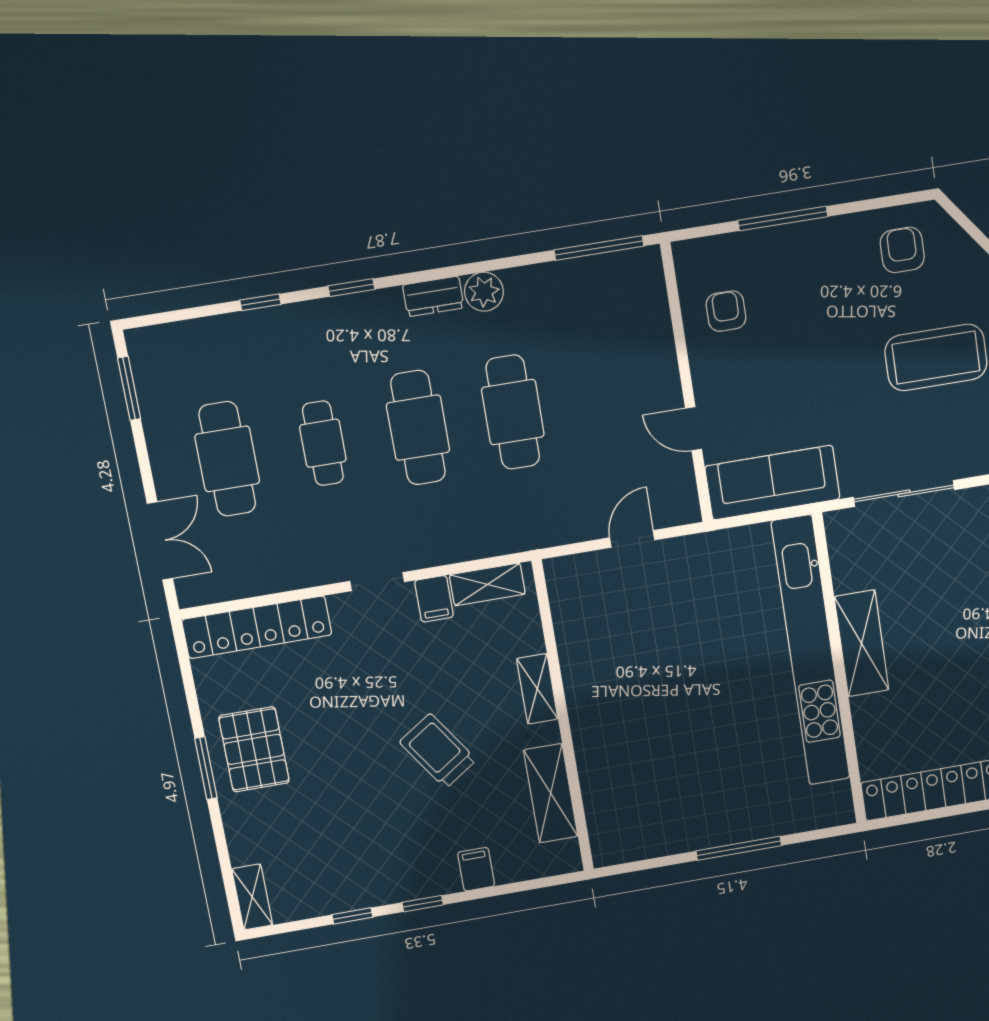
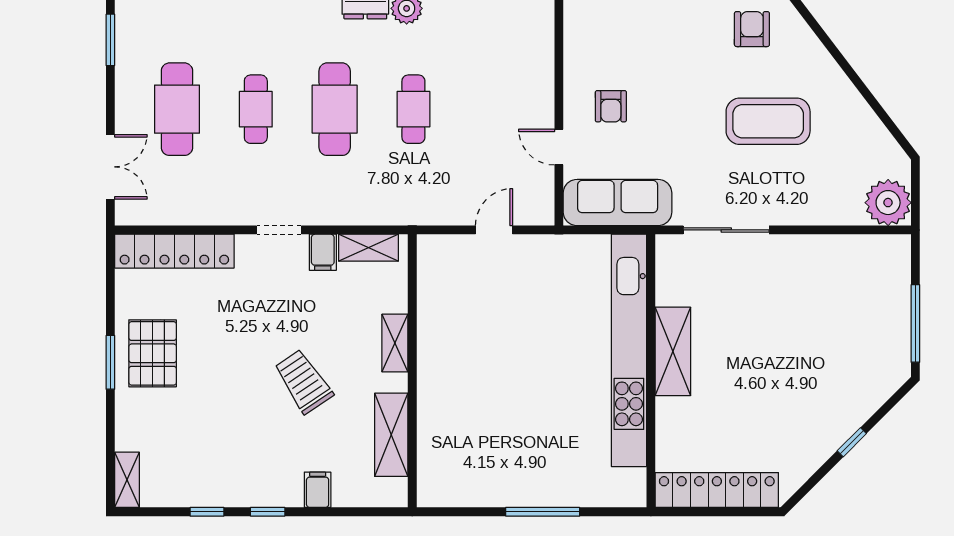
armchair: (726, 311) -> (611, 106), moved, turned 180
cafe table: (513, 412) -> (413, 109), width x0.73, depth x0.74

